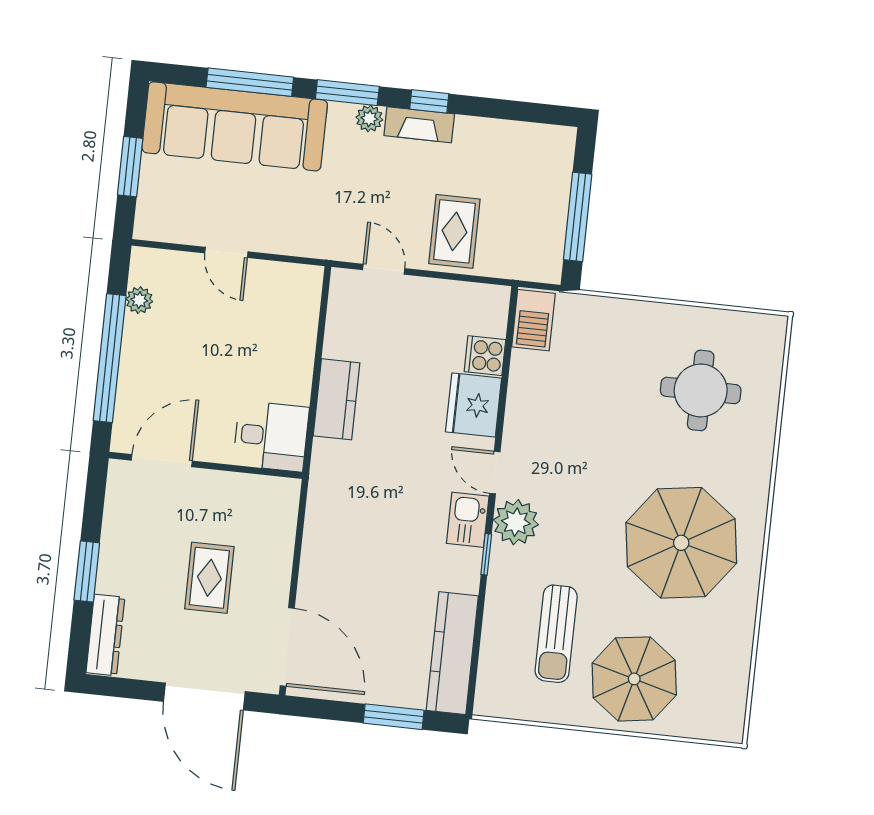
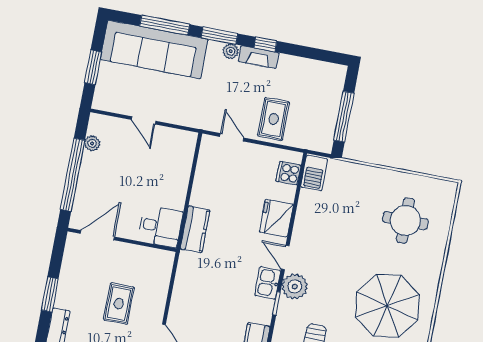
cooker: (485, 356) -> (288, 173), moved
kitchen counter: (337, 399) -> (195, 229), moved

